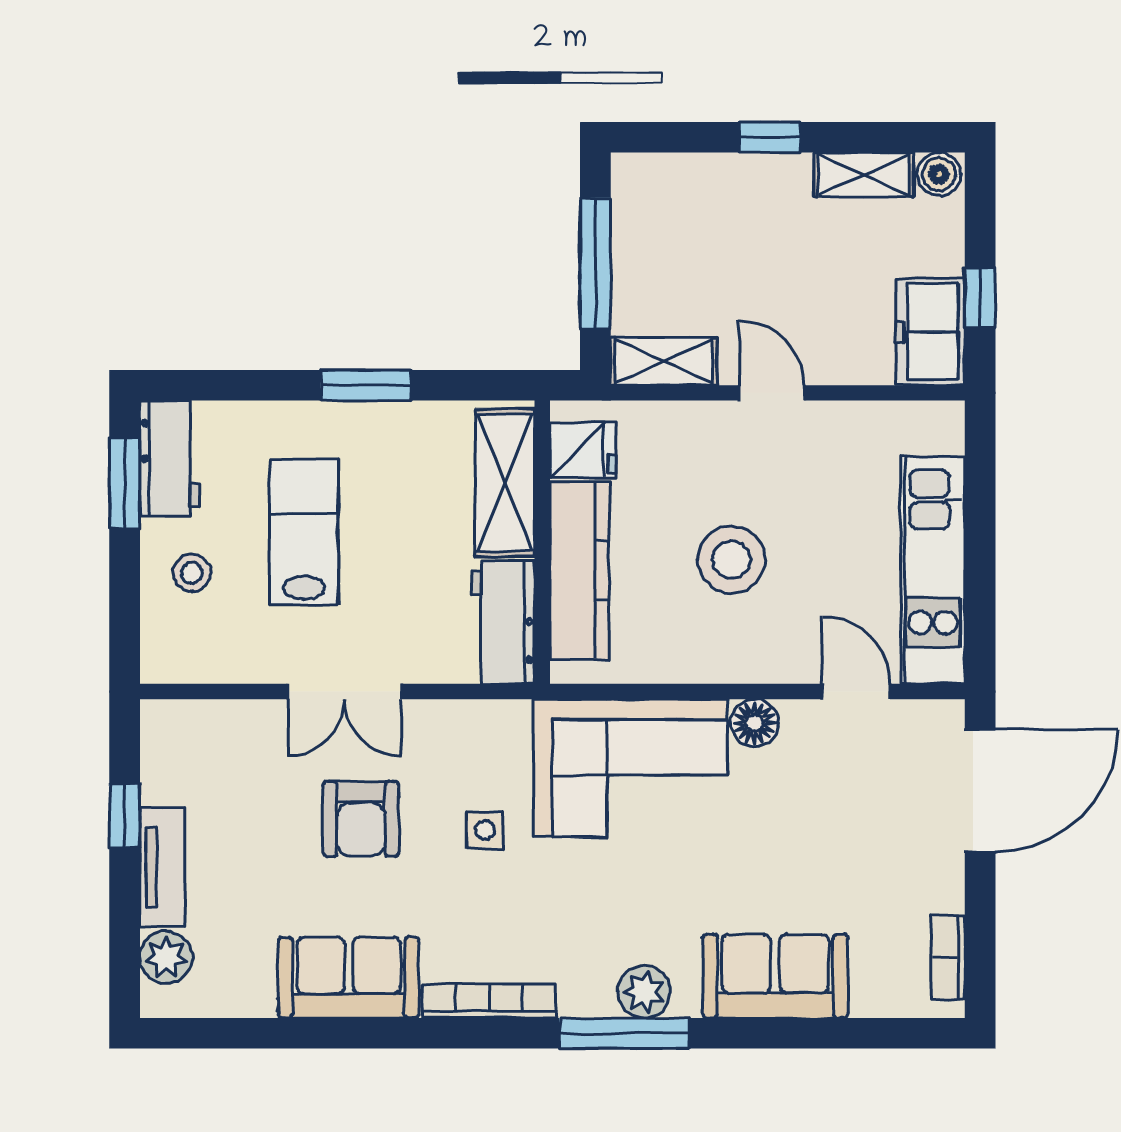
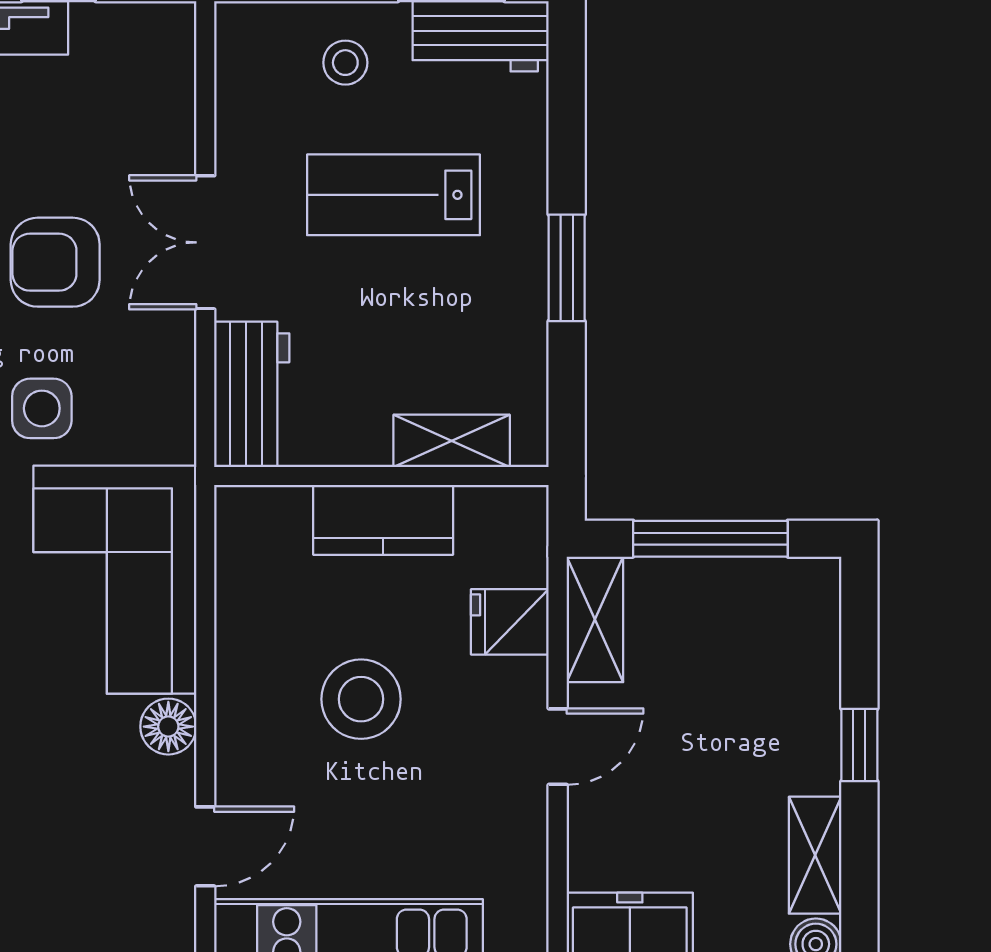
fridge: (583, 450) -> (510, 622), moved, turned 90
shelving: (505, 483) -> (452, 441), width x0.67, depth x0.75
lab bench: (304, 532) -> (393, 195), turned 180
kitchen counter: (579, 571) -> (383, 520), width x0.67
workbench: (503, 622) -> (252, 394), moved, turned 90
side table: (485, 830) -> (42, 408), width x1.37, depth x1.37

